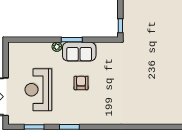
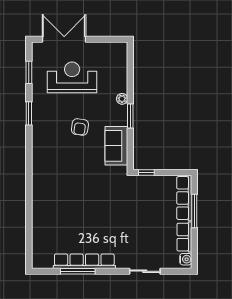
sofa: (79, 52) -> (116, 146), moved
armchair: (81, 83) -> (80, 127), turned 98

